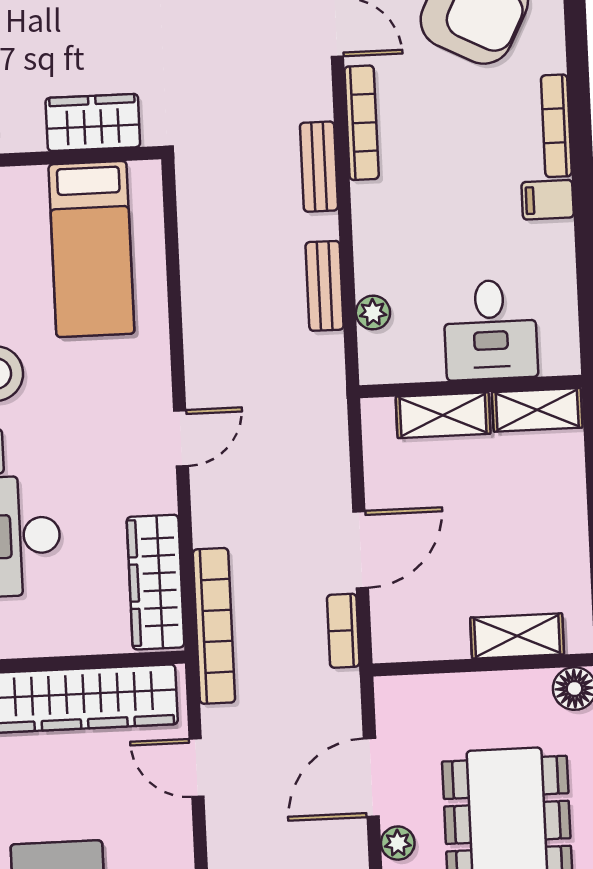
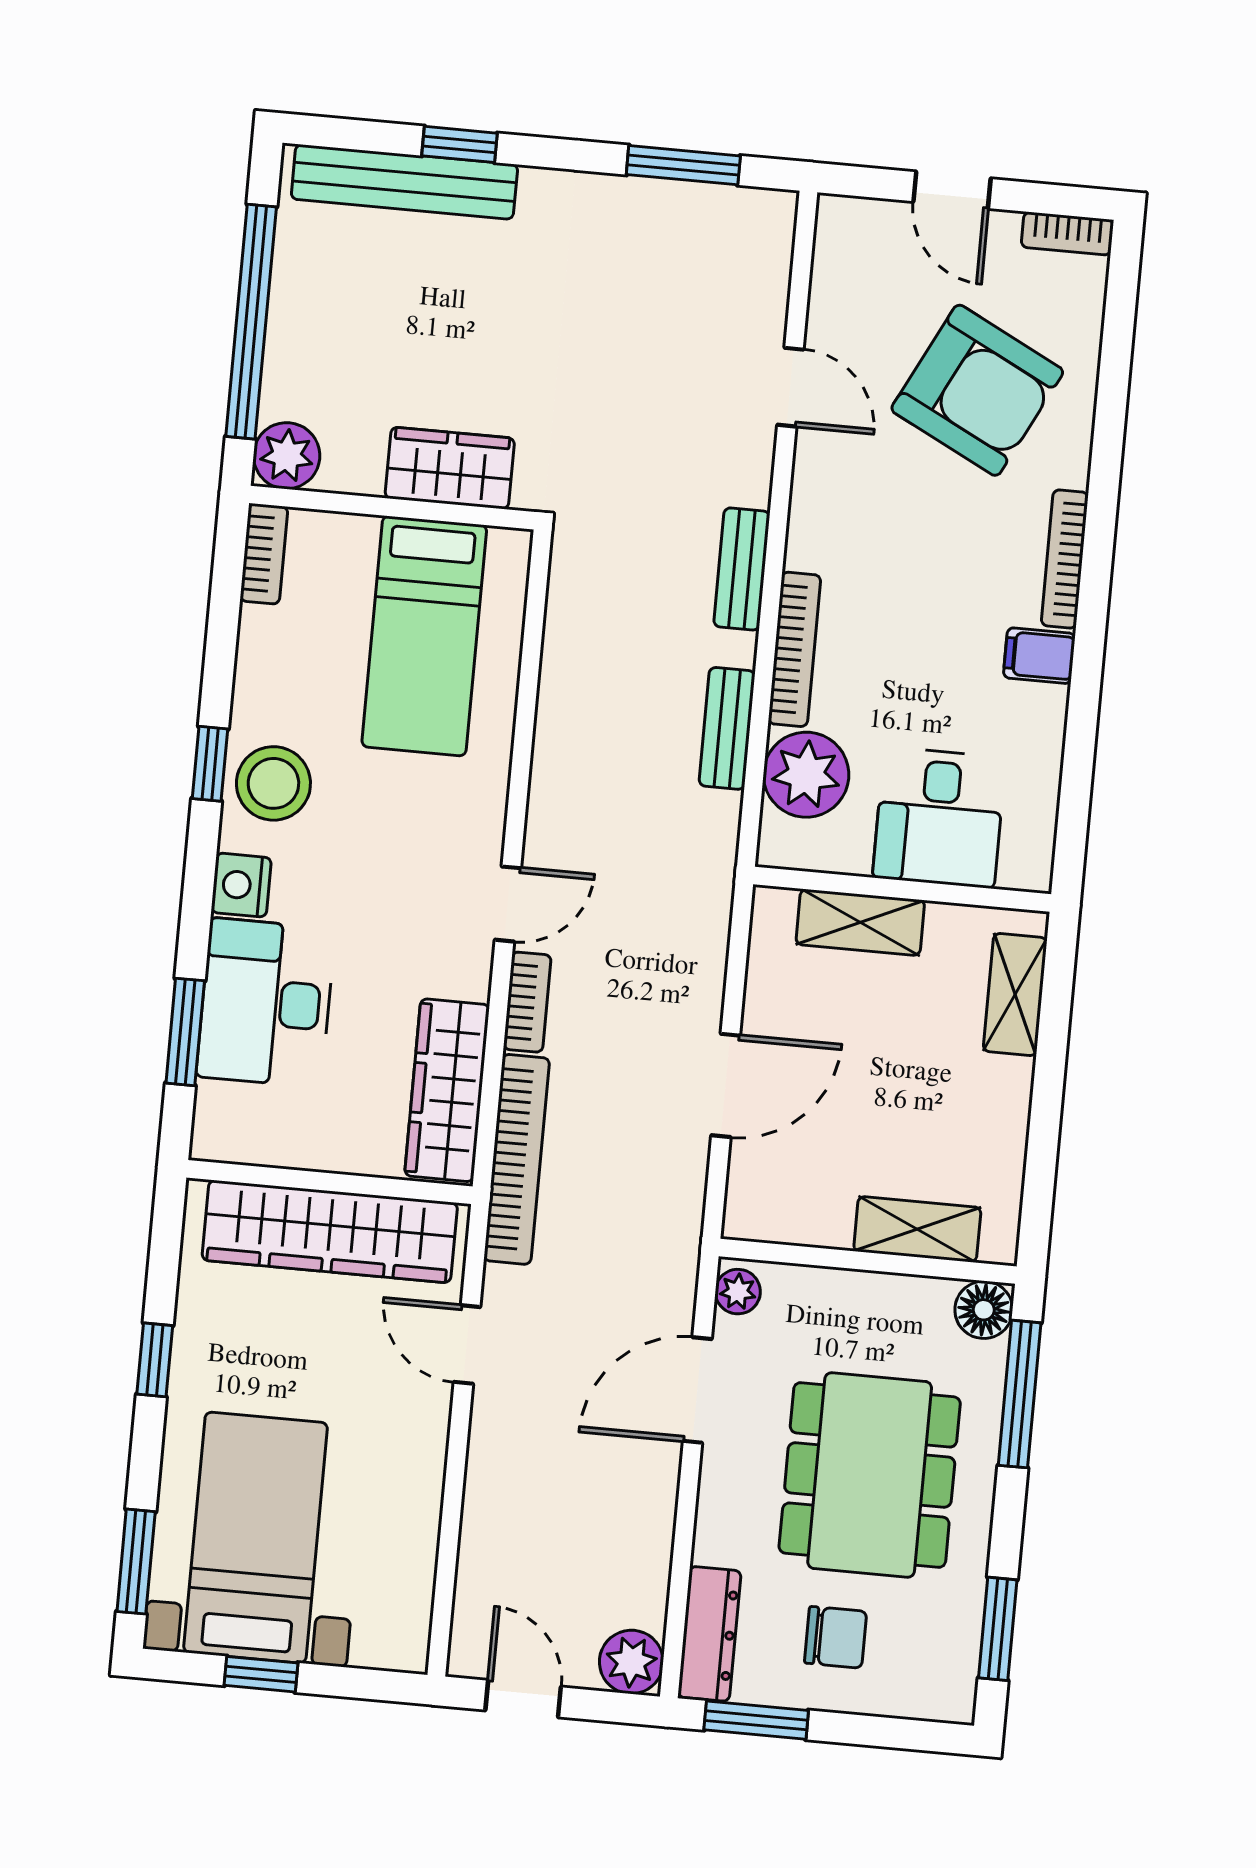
bookcase: (362, 123) -> (794, 649), moved
plant: (373, 313) -> (806, 775), width x1.88, depth x1.88
shelving: (537, 410) -> (1015, 995), moved, turned 90
bookcase: (343, 631) -> (527, 1002), moved, turned 180
plant: (398, 843) -> (738, 1292), moved

